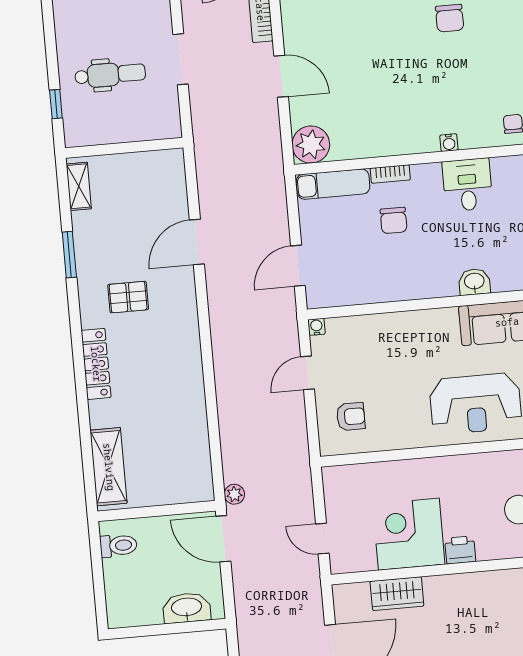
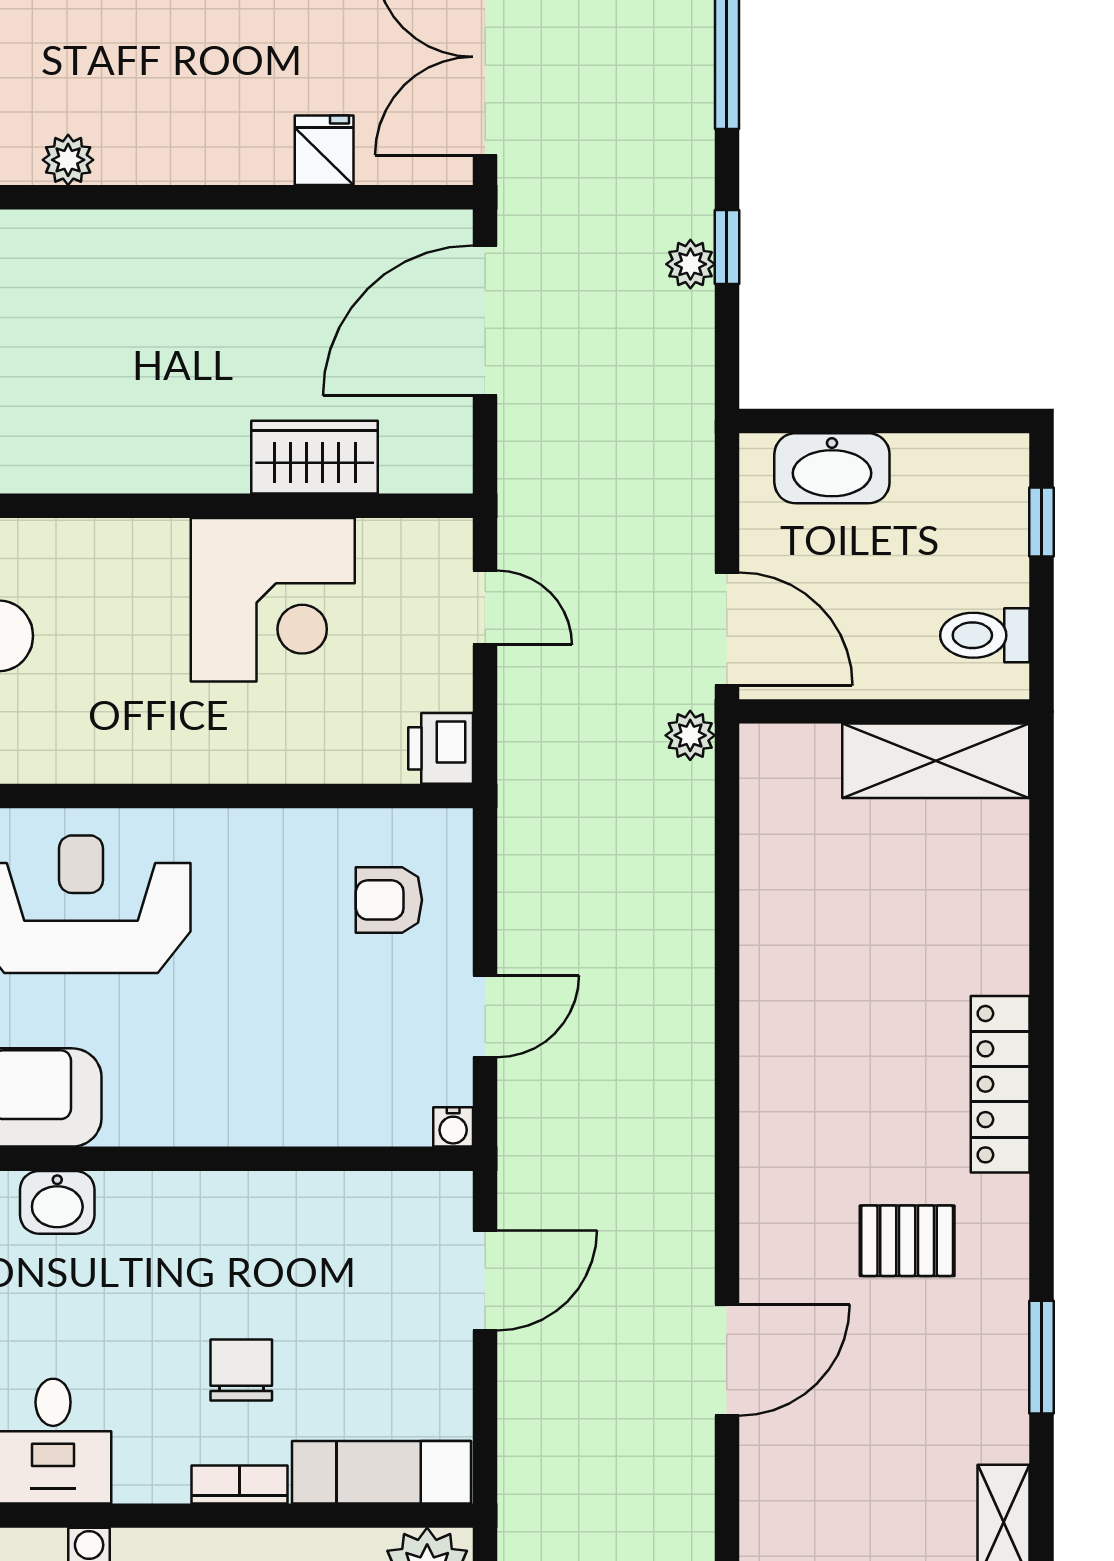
shelving: (109, 467) -> (936, 761), moved, turned 90
printer: (460, 550) -> (441, 748), moved, turned 90
window: (100, 594) -> (1041, 522), added

